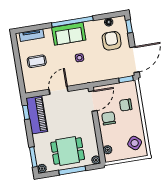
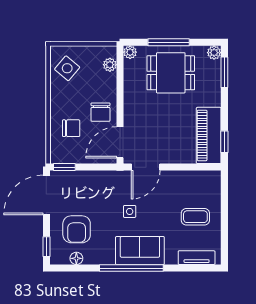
door: (58, 90) -> (146, 167), moved

